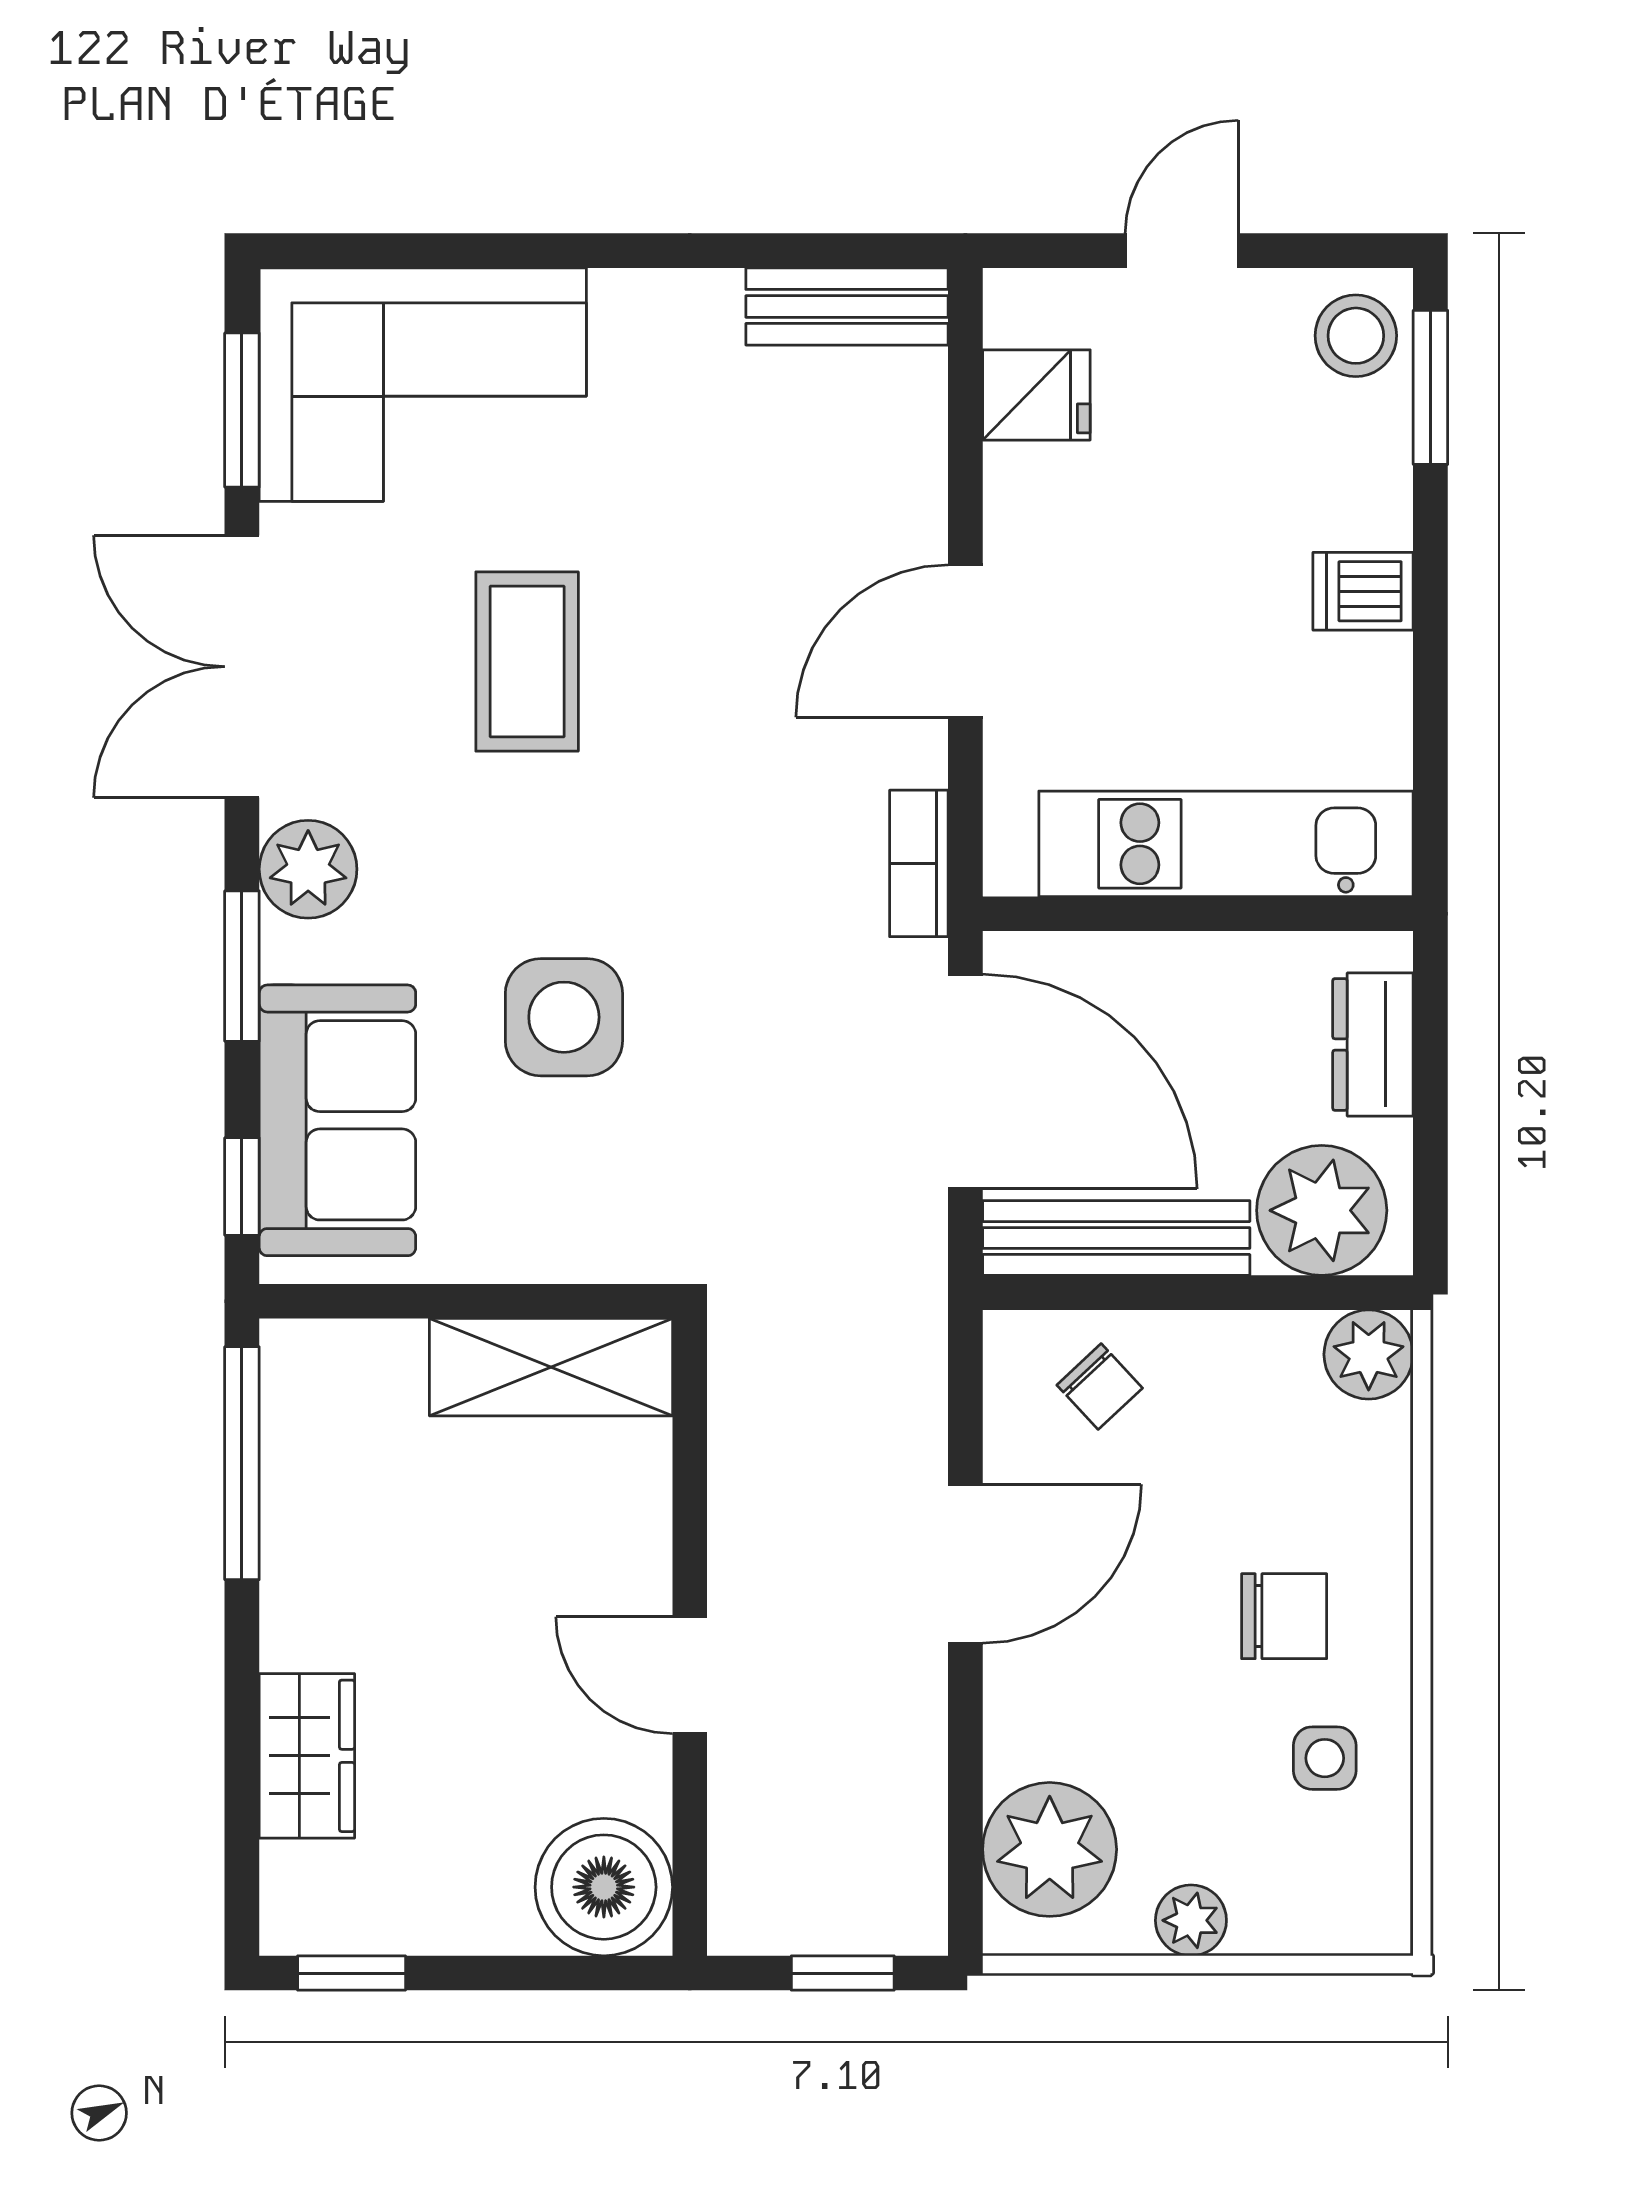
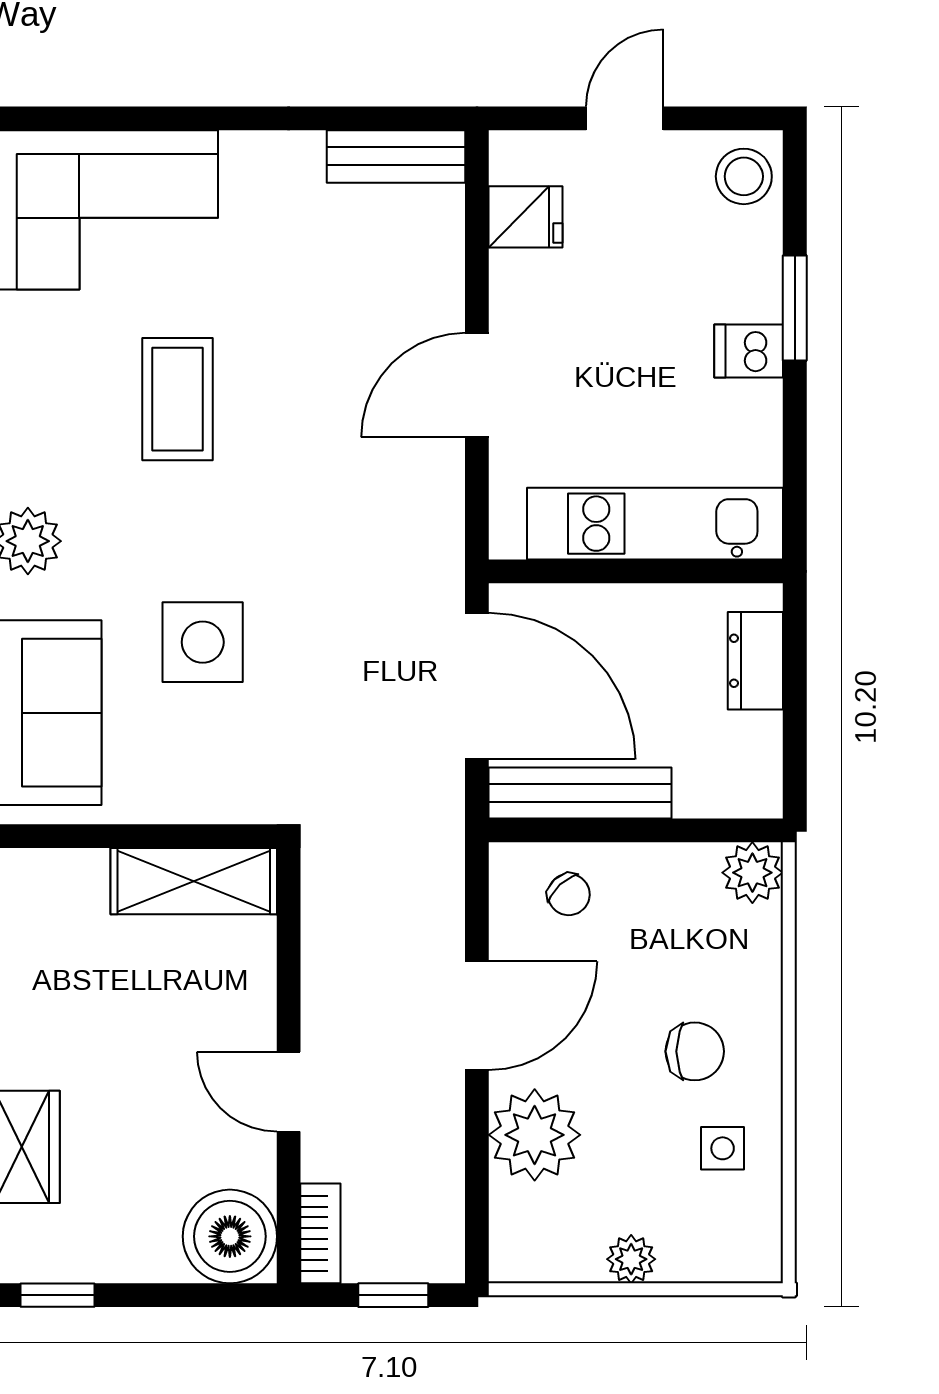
window: (1430, 387) -> (795, 308), moved
bookcase: (919, 863) -> (320, 1233), moved, turned 180
plant: (1322, 1210) -> (720, 774), removed
plant: (1050, 1849) -> (535, 1135), moved

